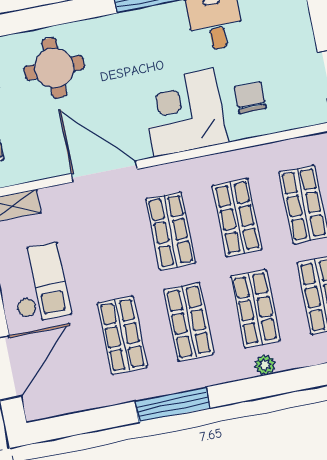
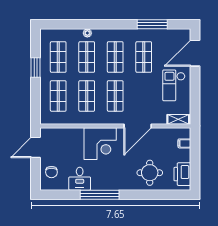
chair: (250, 98) -> (51, 172), moved
door: (104, 171) -> (138, 126), hinge flipped
window: (172, 405) -> (152, 24), moved

